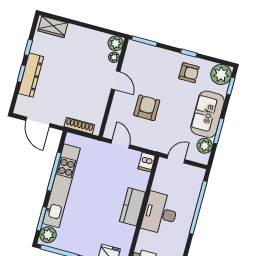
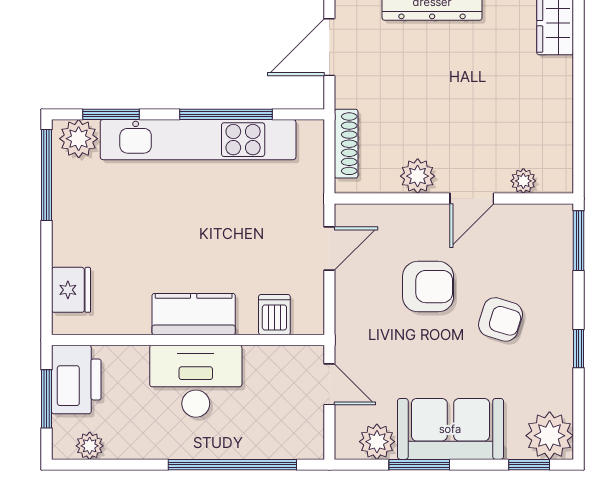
plant: (116, 43) -> (418, 176), moved
armchair: (189, 73) -> (501, 319), moved, turned -73
dishwasher: (147, 162) -> (274, 315), moved, turned 90

